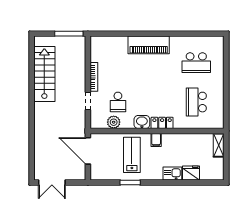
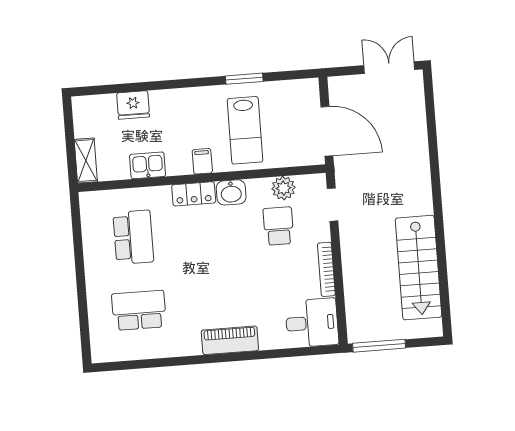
piano: (149, 45) -> (230, 340), width x0.73, depth x0.75
desk: (104, 49) -> (312, 323), added
doorway: (88, 101) -> (333, 205), moved
kitchen sink: (172, 173) -> (148, 165), moved, turned 180

